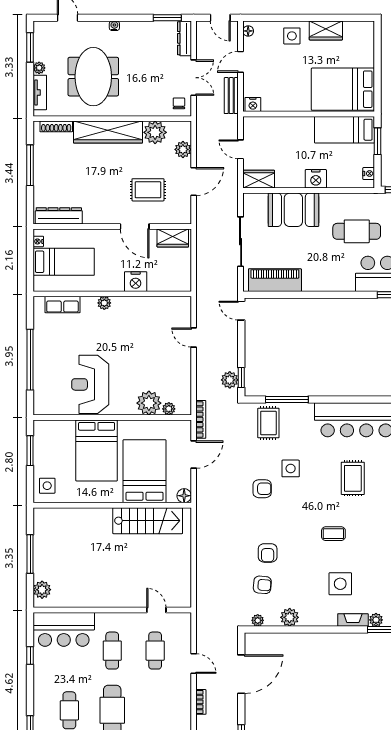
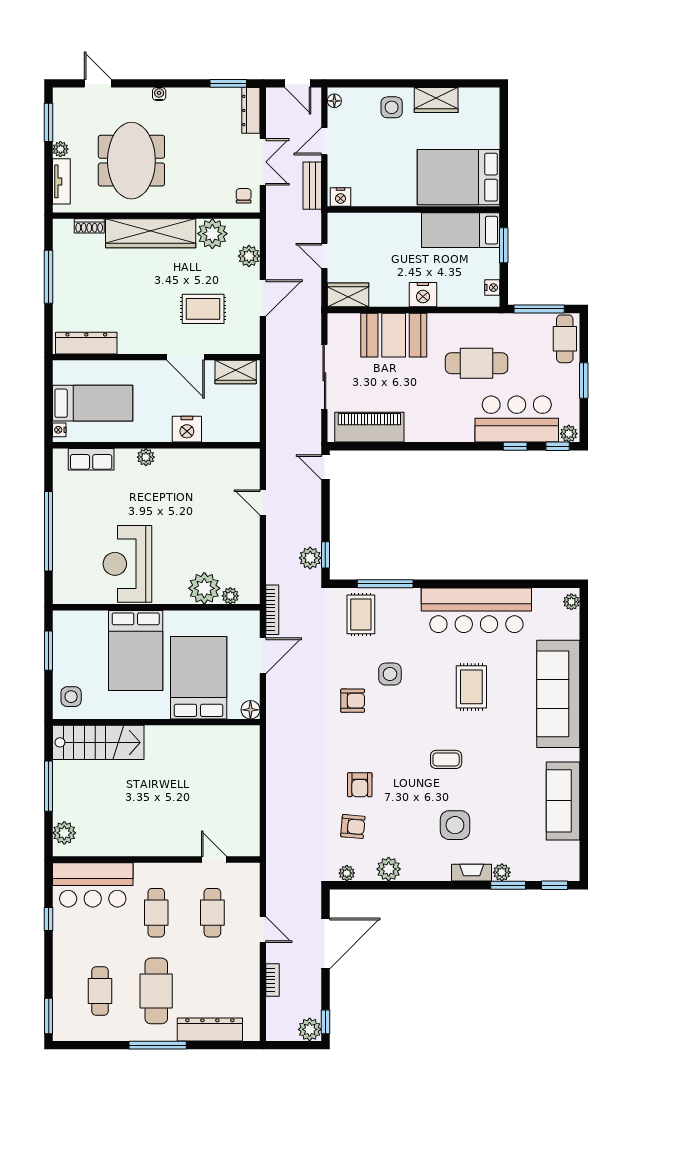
shoe rack: (56, 126) -> (89, 226), width x0.70
nightstand: (38, 241) -> (59, 430), moved
stairs: (148, 521) -> (98, 742), moved

